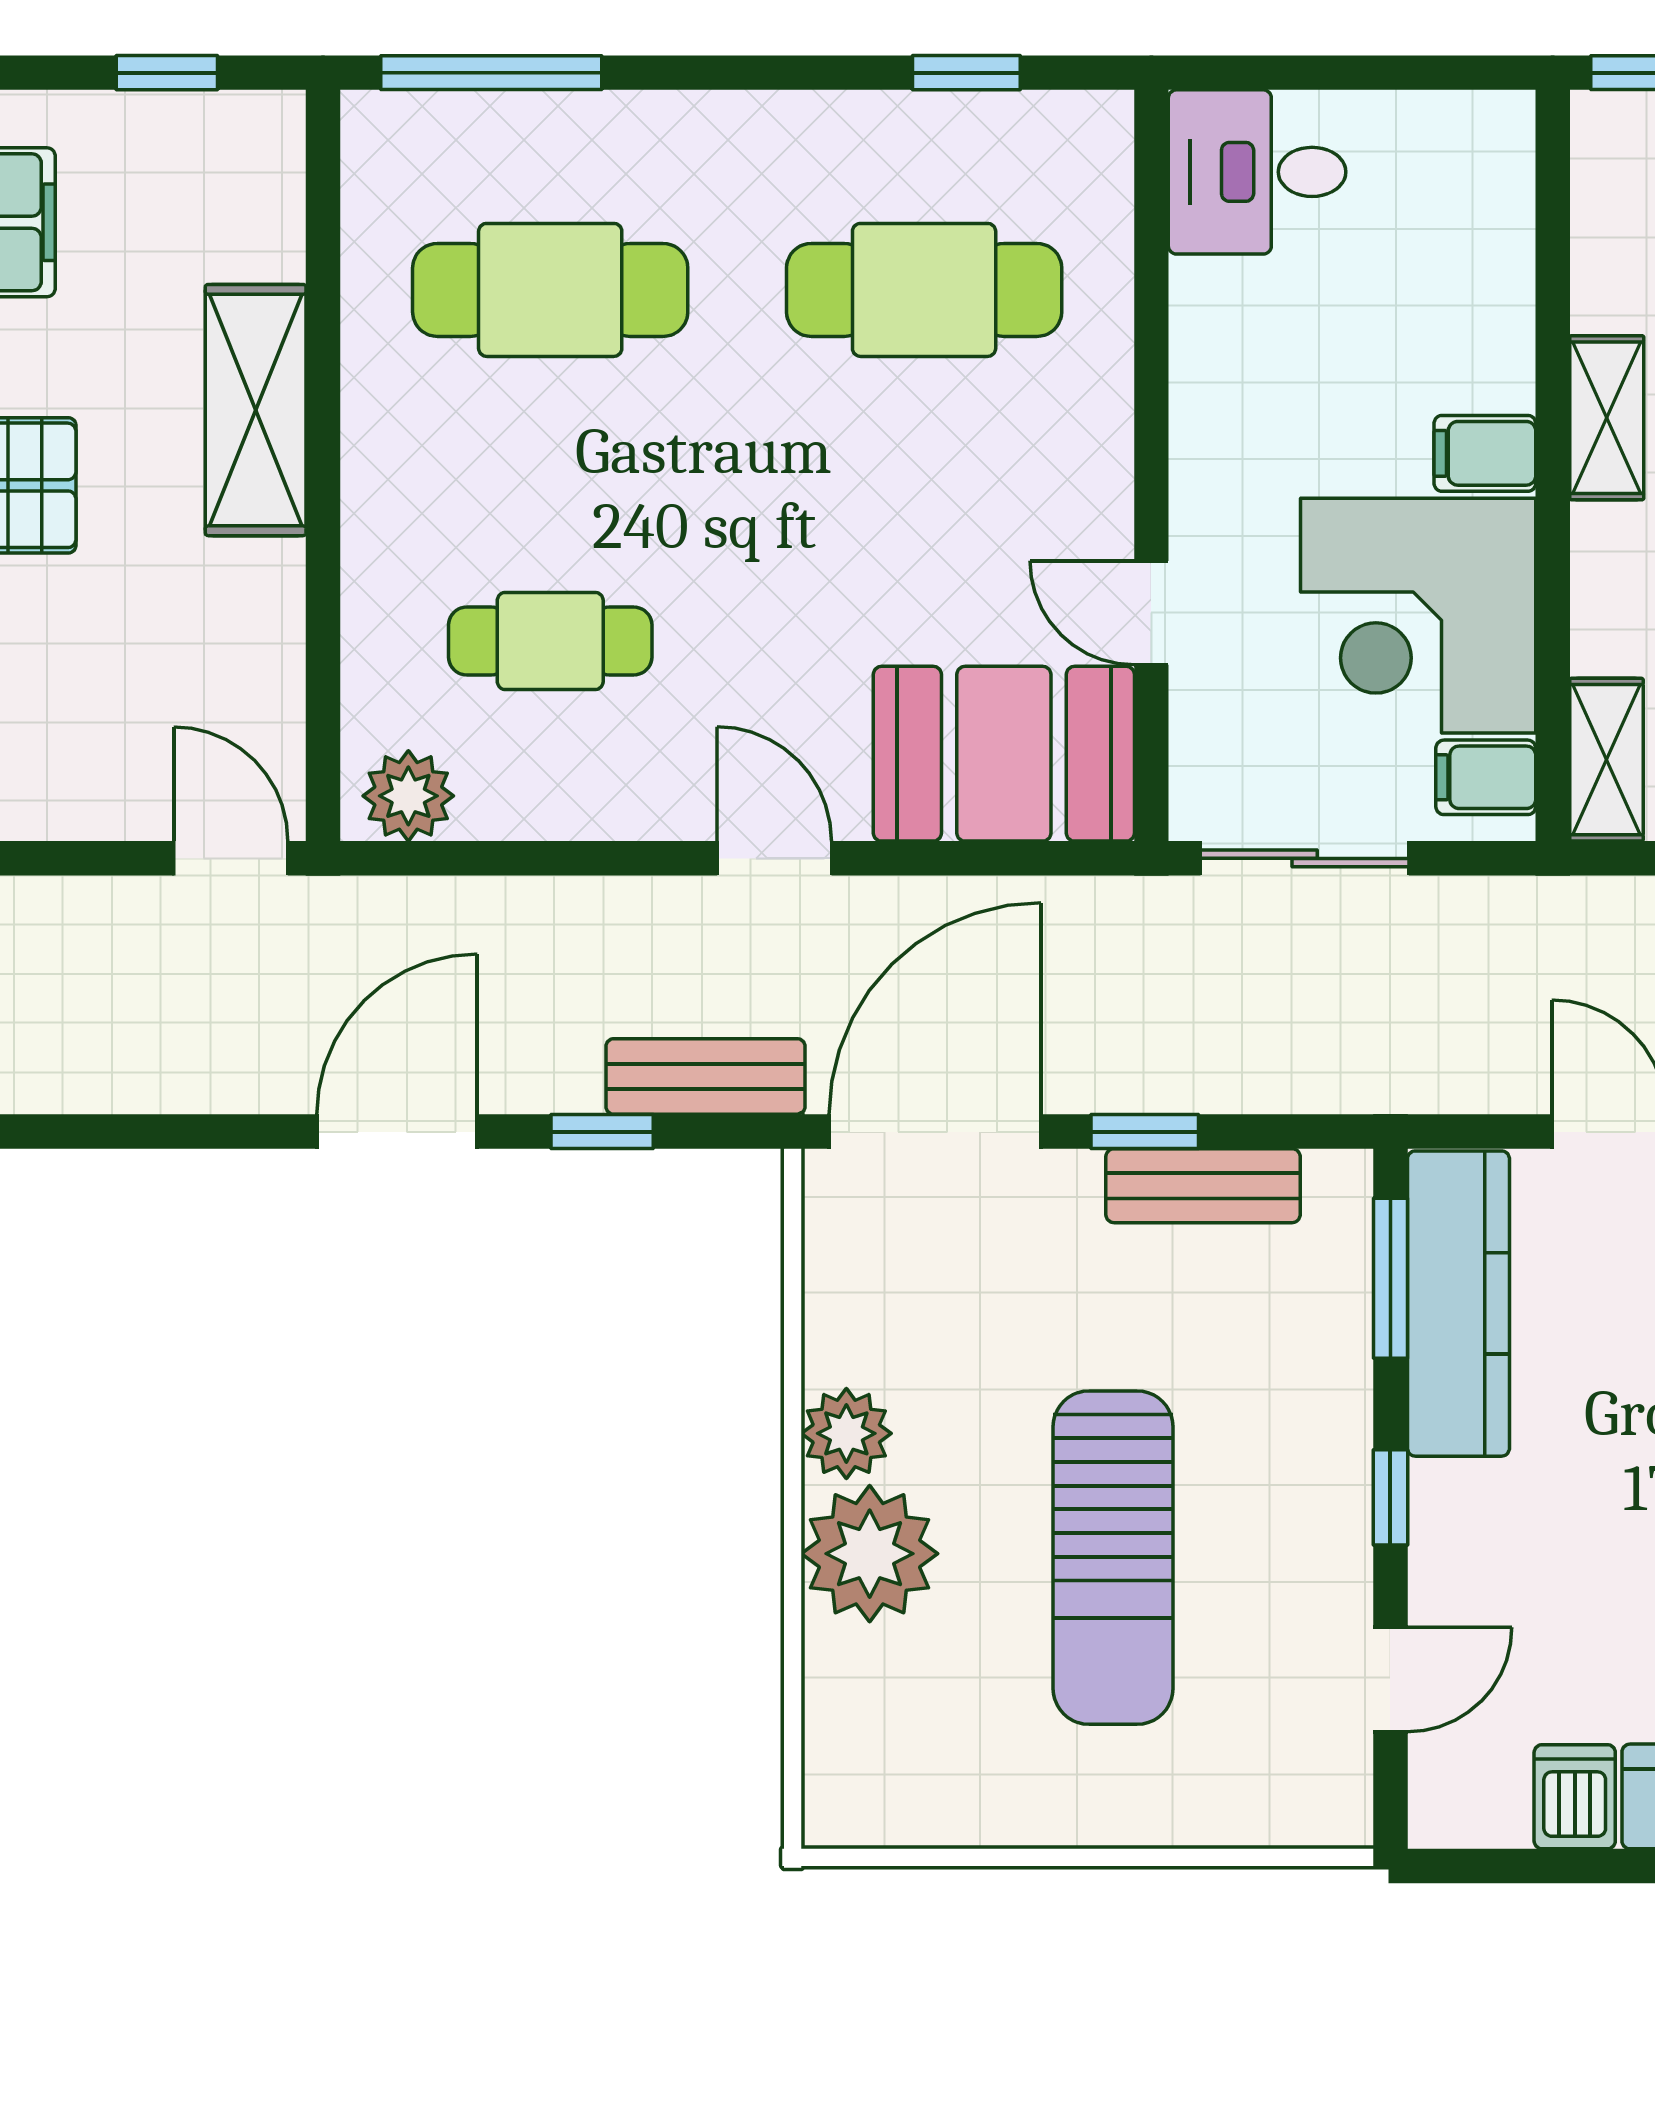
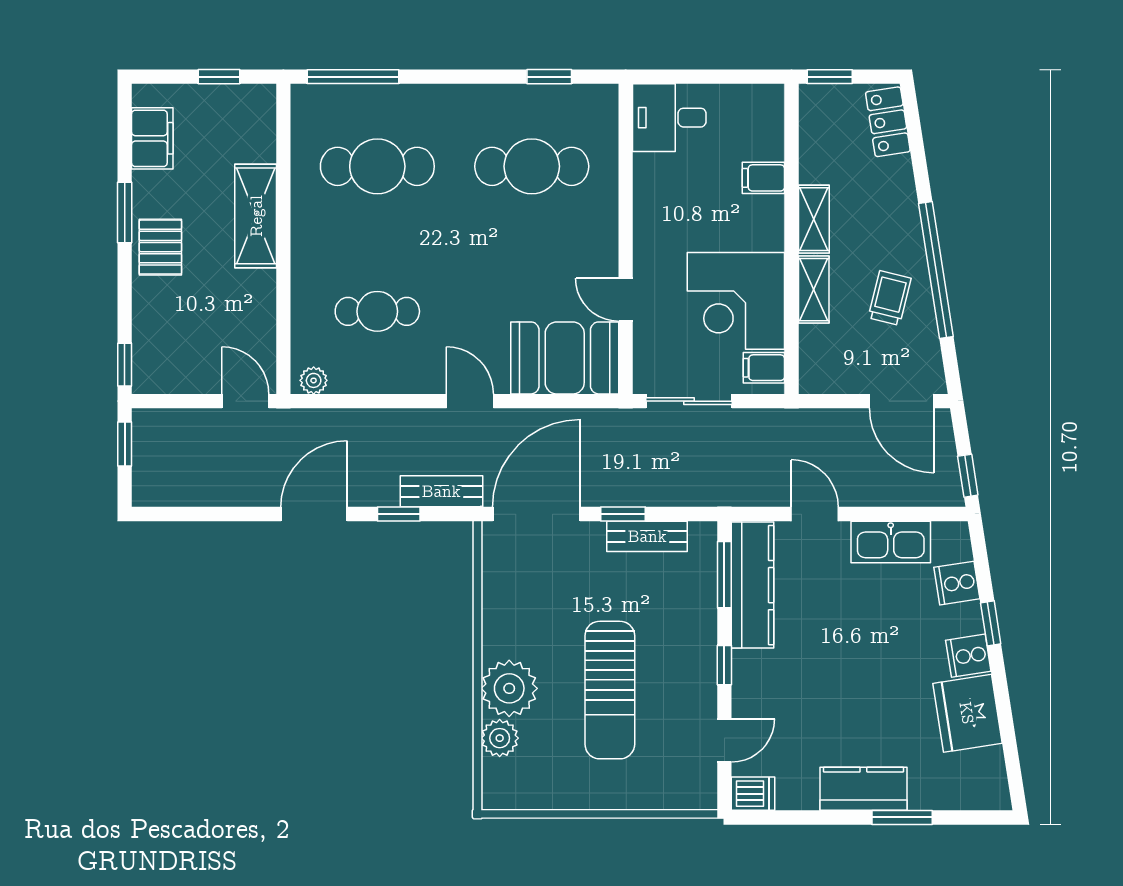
filing cabinet: (1485, 453) -> (763, 178), moved
shelving: (1606, 760) -> (814, 290), moved
plant: (408, 796) -> (314, 380), width x0.73, depth x0.73
plant: (846, 1433) -> (500, 738), moved
dishwasher: (1575, 1797) -> (753, 794), moved, turned 90

